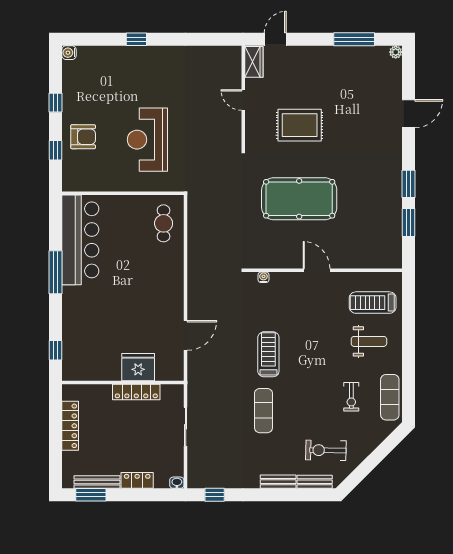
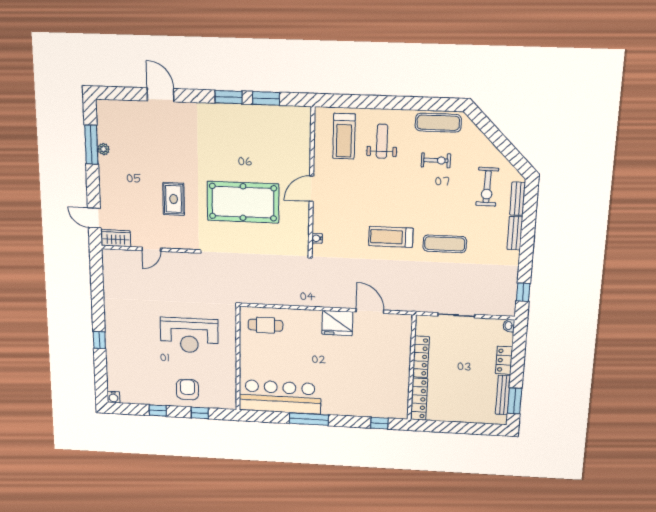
plant: (396, 52) -> (104, 149), moved
rug: (300, 125) -> (174, 199), width x0.73, depth x0.70
pool table: (299, 199) -> (243, 202), turned 90
fridge: (138, 367) -> (337, 323), moved, turned -90
locker: (70, 426) -> (419, 399), moved, turned 90

